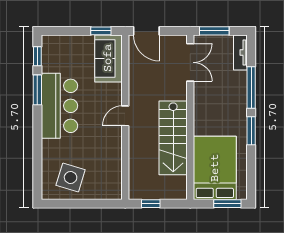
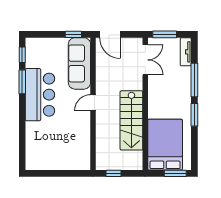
sofa: (108, 58) -> (79, 63), width x1.36
side table: (71, 177) -> (49, 152), removed

